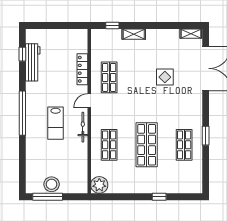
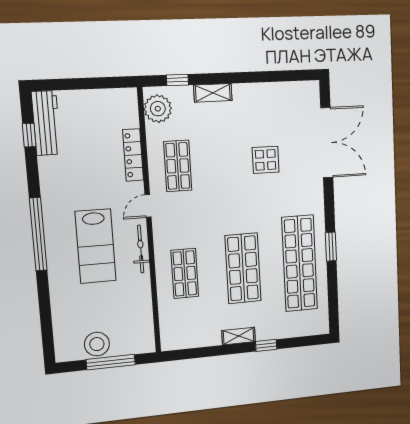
shelving: (191, 34) -> (239, 336), moved
workbench: (33, 62) -> (46, 123), moved
lab bench: (56, 123) -> (96, 246), width x1.36, depth x1.39
shop shelf: (184, 145) -> (300, 263), width x2.00, depth x1.36
plant: (99, 185) -> (158, 109), moved
window: (48, 197) -> (111, 362), moved

